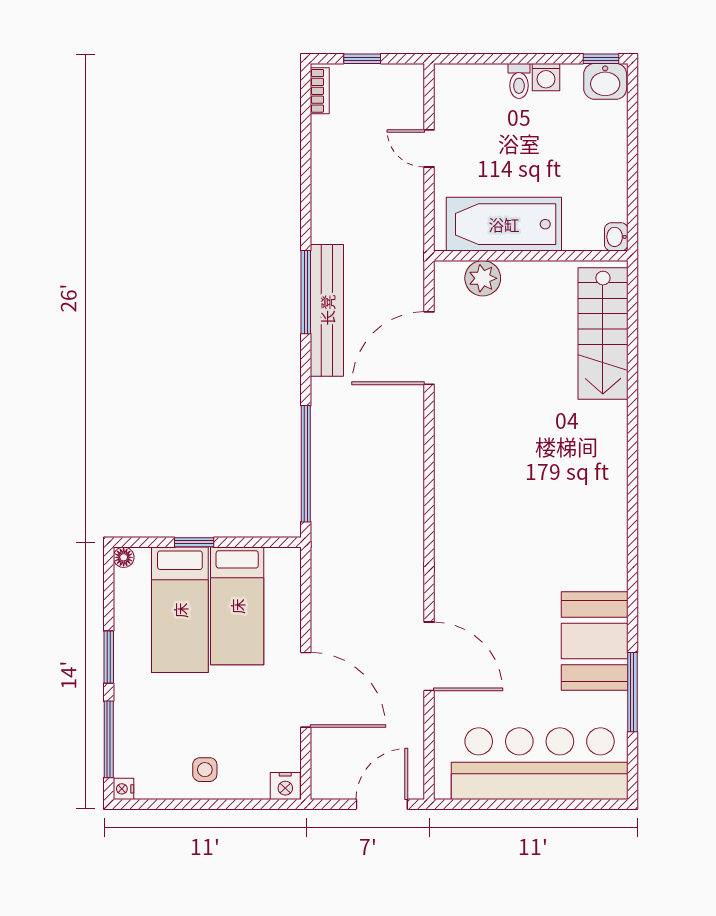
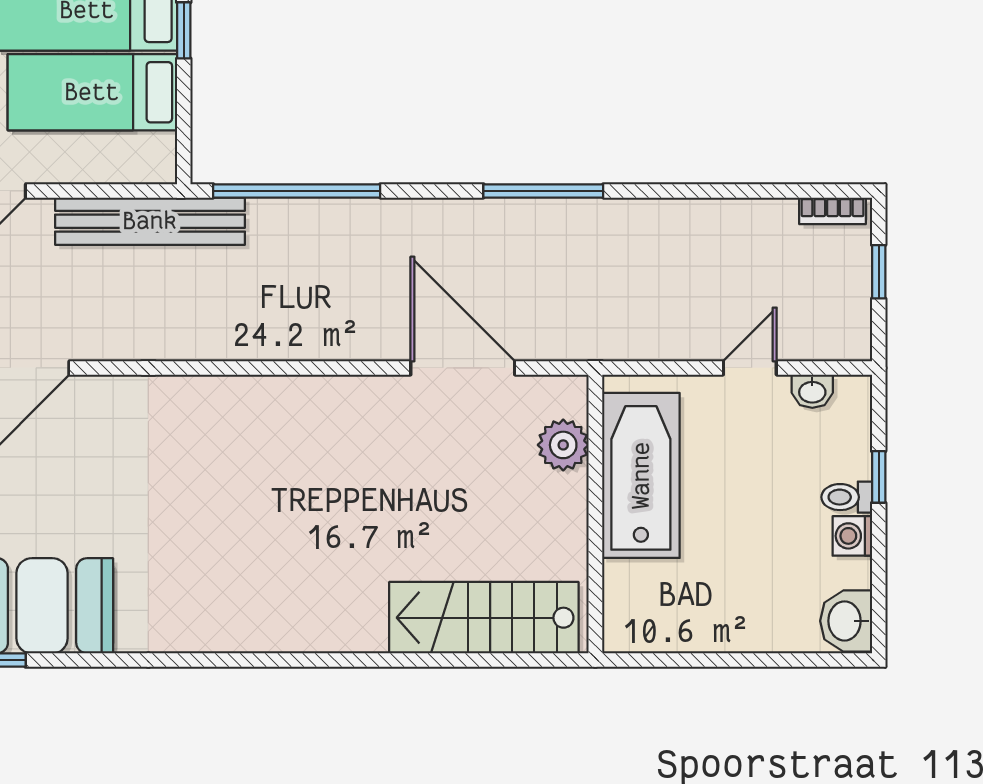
window: (601, 59) -> (879, 477), moved
washbasin: (616, 237) -> (812, 391), moved, turned 180
bench: (327, 310) -> (150, 221), moved

